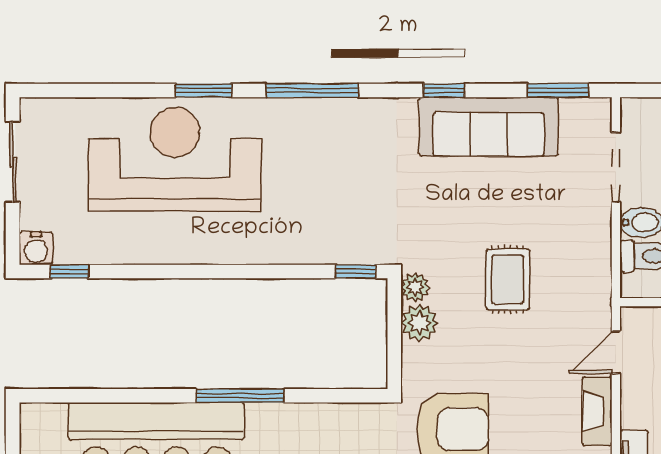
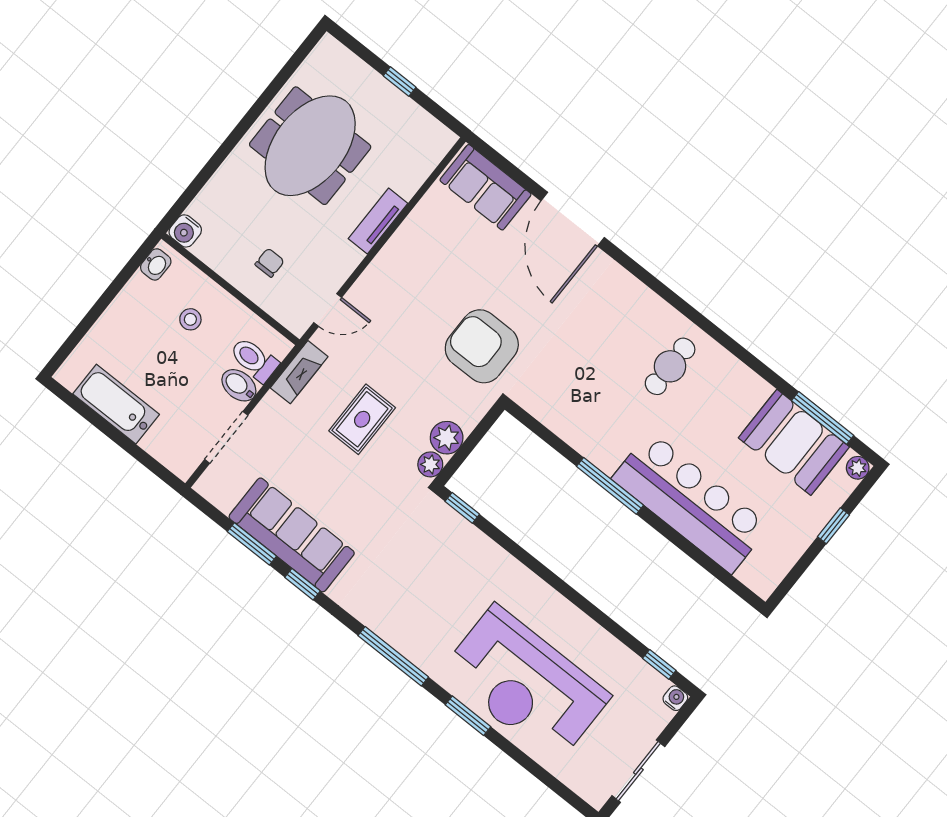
window: (558, 90) -> (252, 544), moved
water cooler: (36, 248) -> (675, 698), width x0.72, depth x0.72
fireplace: (597, 411) -> (299, 372), moved

